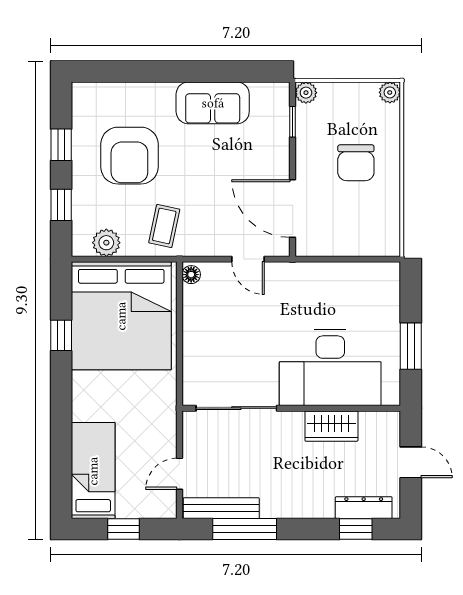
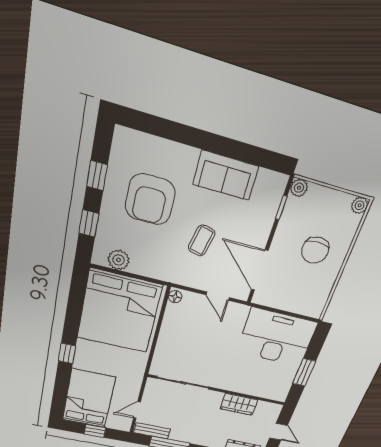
coffee table: (164, 226) -> (202, 240), moved
window: (61, 335) -> (67, 353), moved
desk: (330, 368) -> (277, 337), moved, turned 180
bed: (93, 471) -> (89, 399), width x1.50
bench: (221, 508) -> (152, 431), width x0.73

